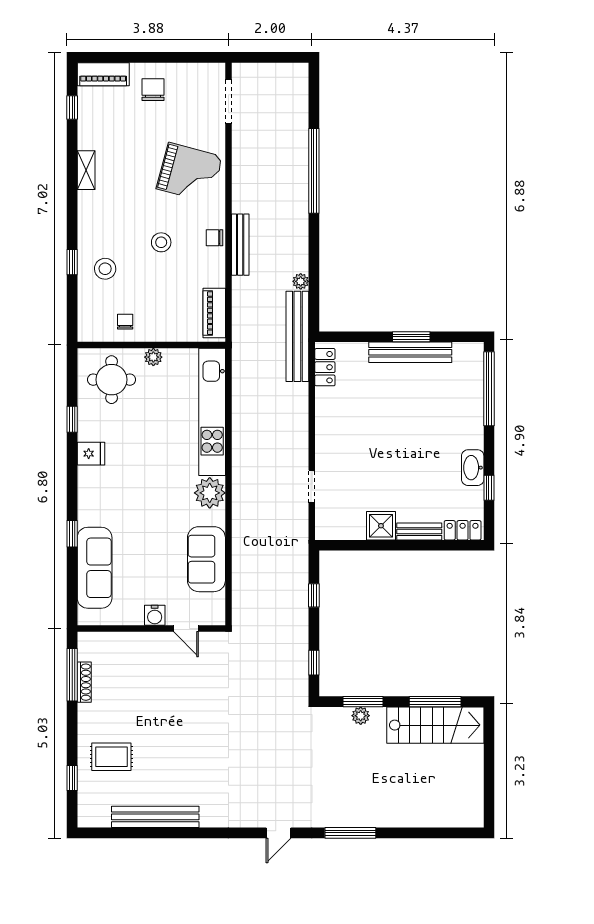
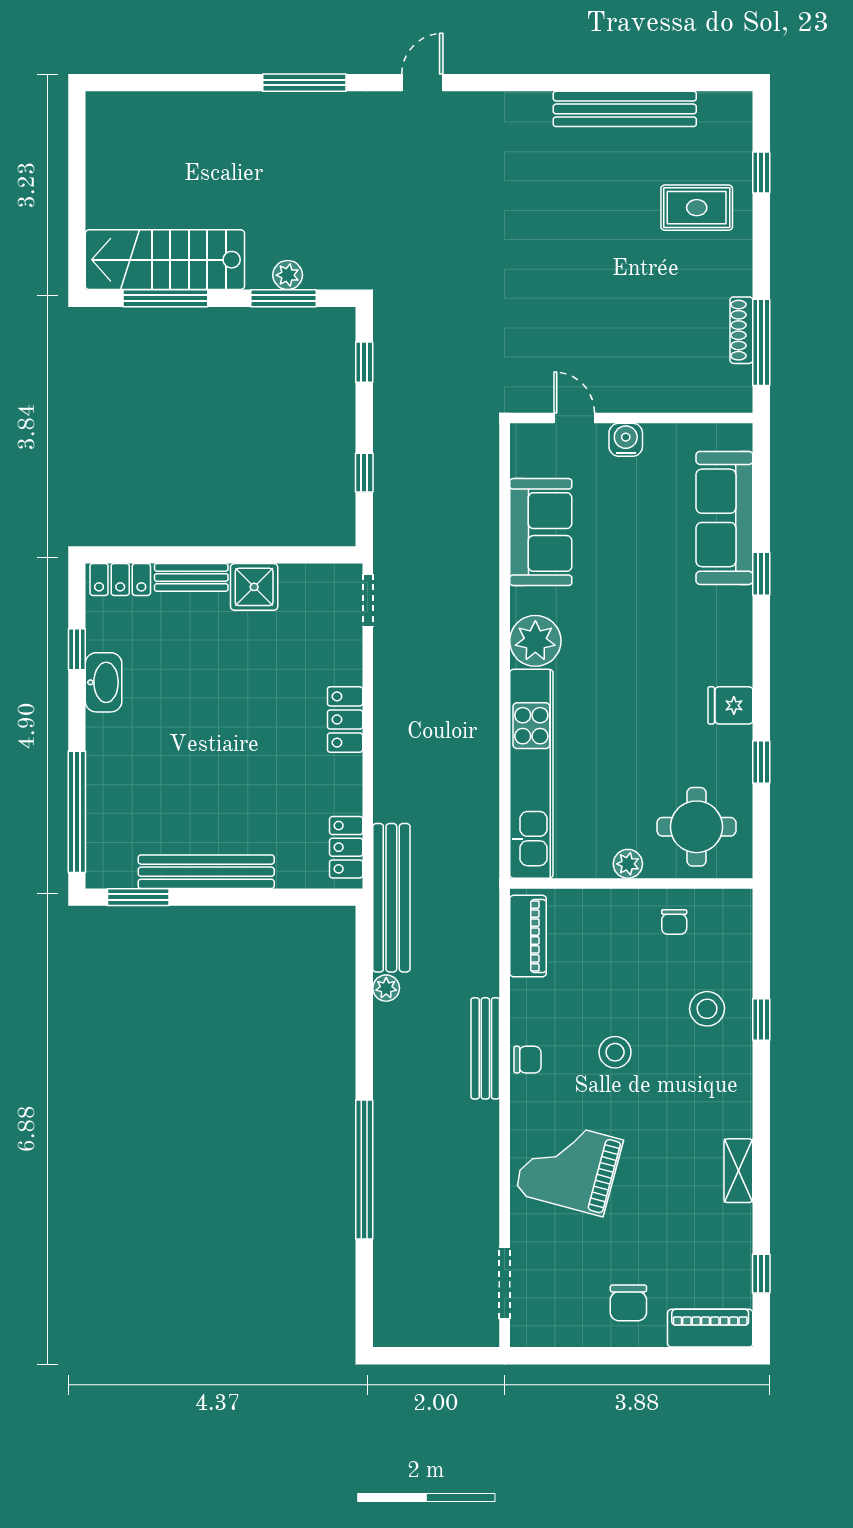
window: (411, 337) -> (138, 897), moved
locker: (326, 445) -> (345, 719), added
doorway: (312, 486) -> (368, 600), moved

